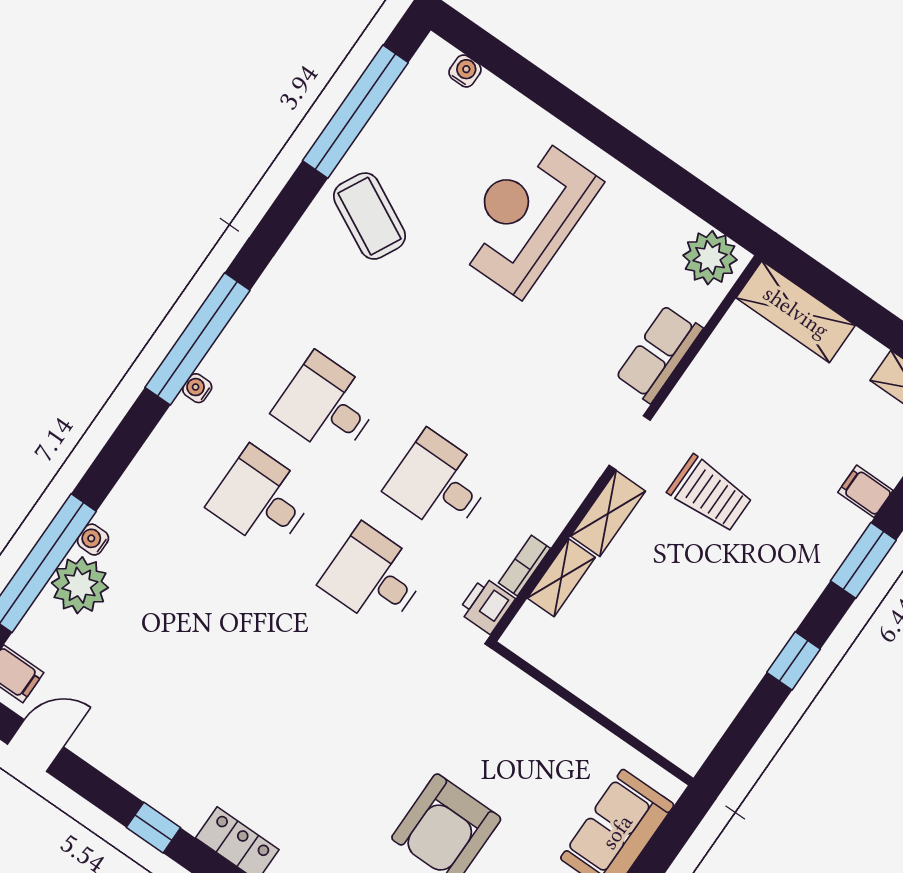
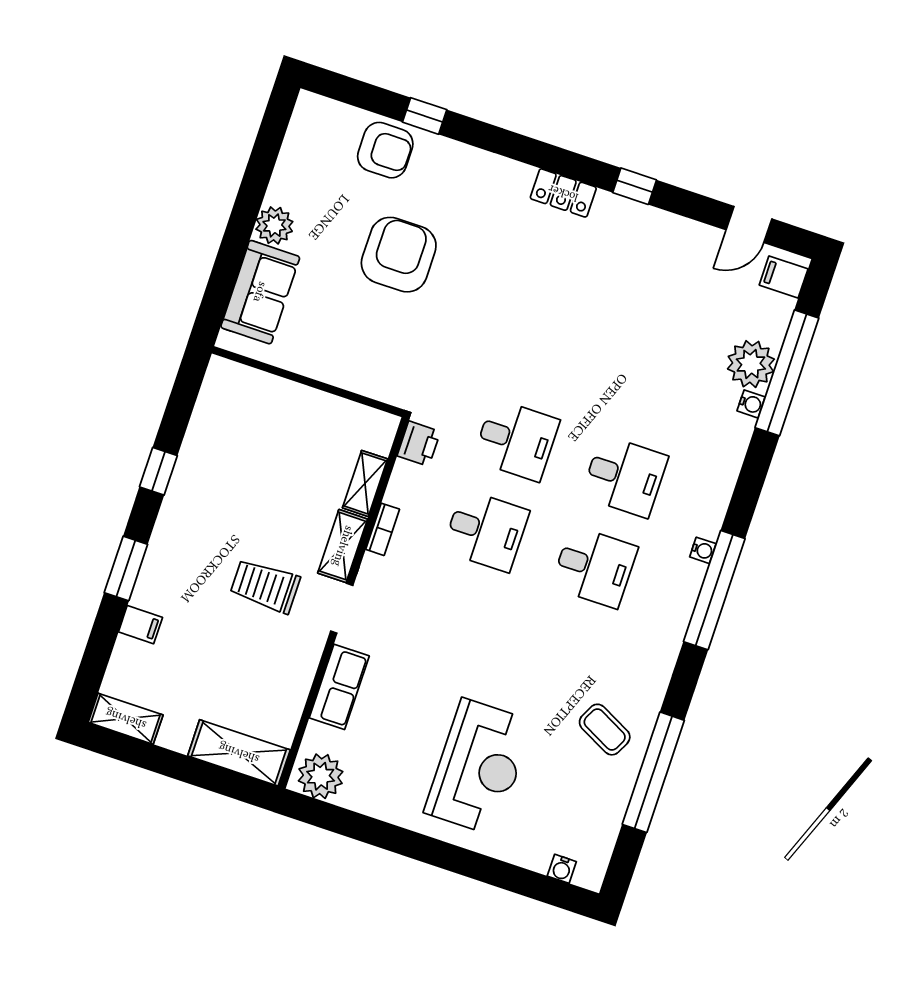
window: (355, 112) -> (653, 772), moved
coffee table: (369, 216) -> (605, 730), width x0.73, depth x0.77
bookcase: (524, 566) -> (383, 529), moved

